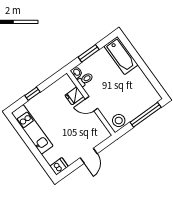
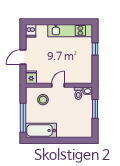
bathtub: (121, 56) -> (41, 130), moved
fridge: (74, 96) -> (31, 77), moved
stool: (119, 121) -> (43, 100), moved
door: (89, 156) -> (23, 57), hinge flipped

